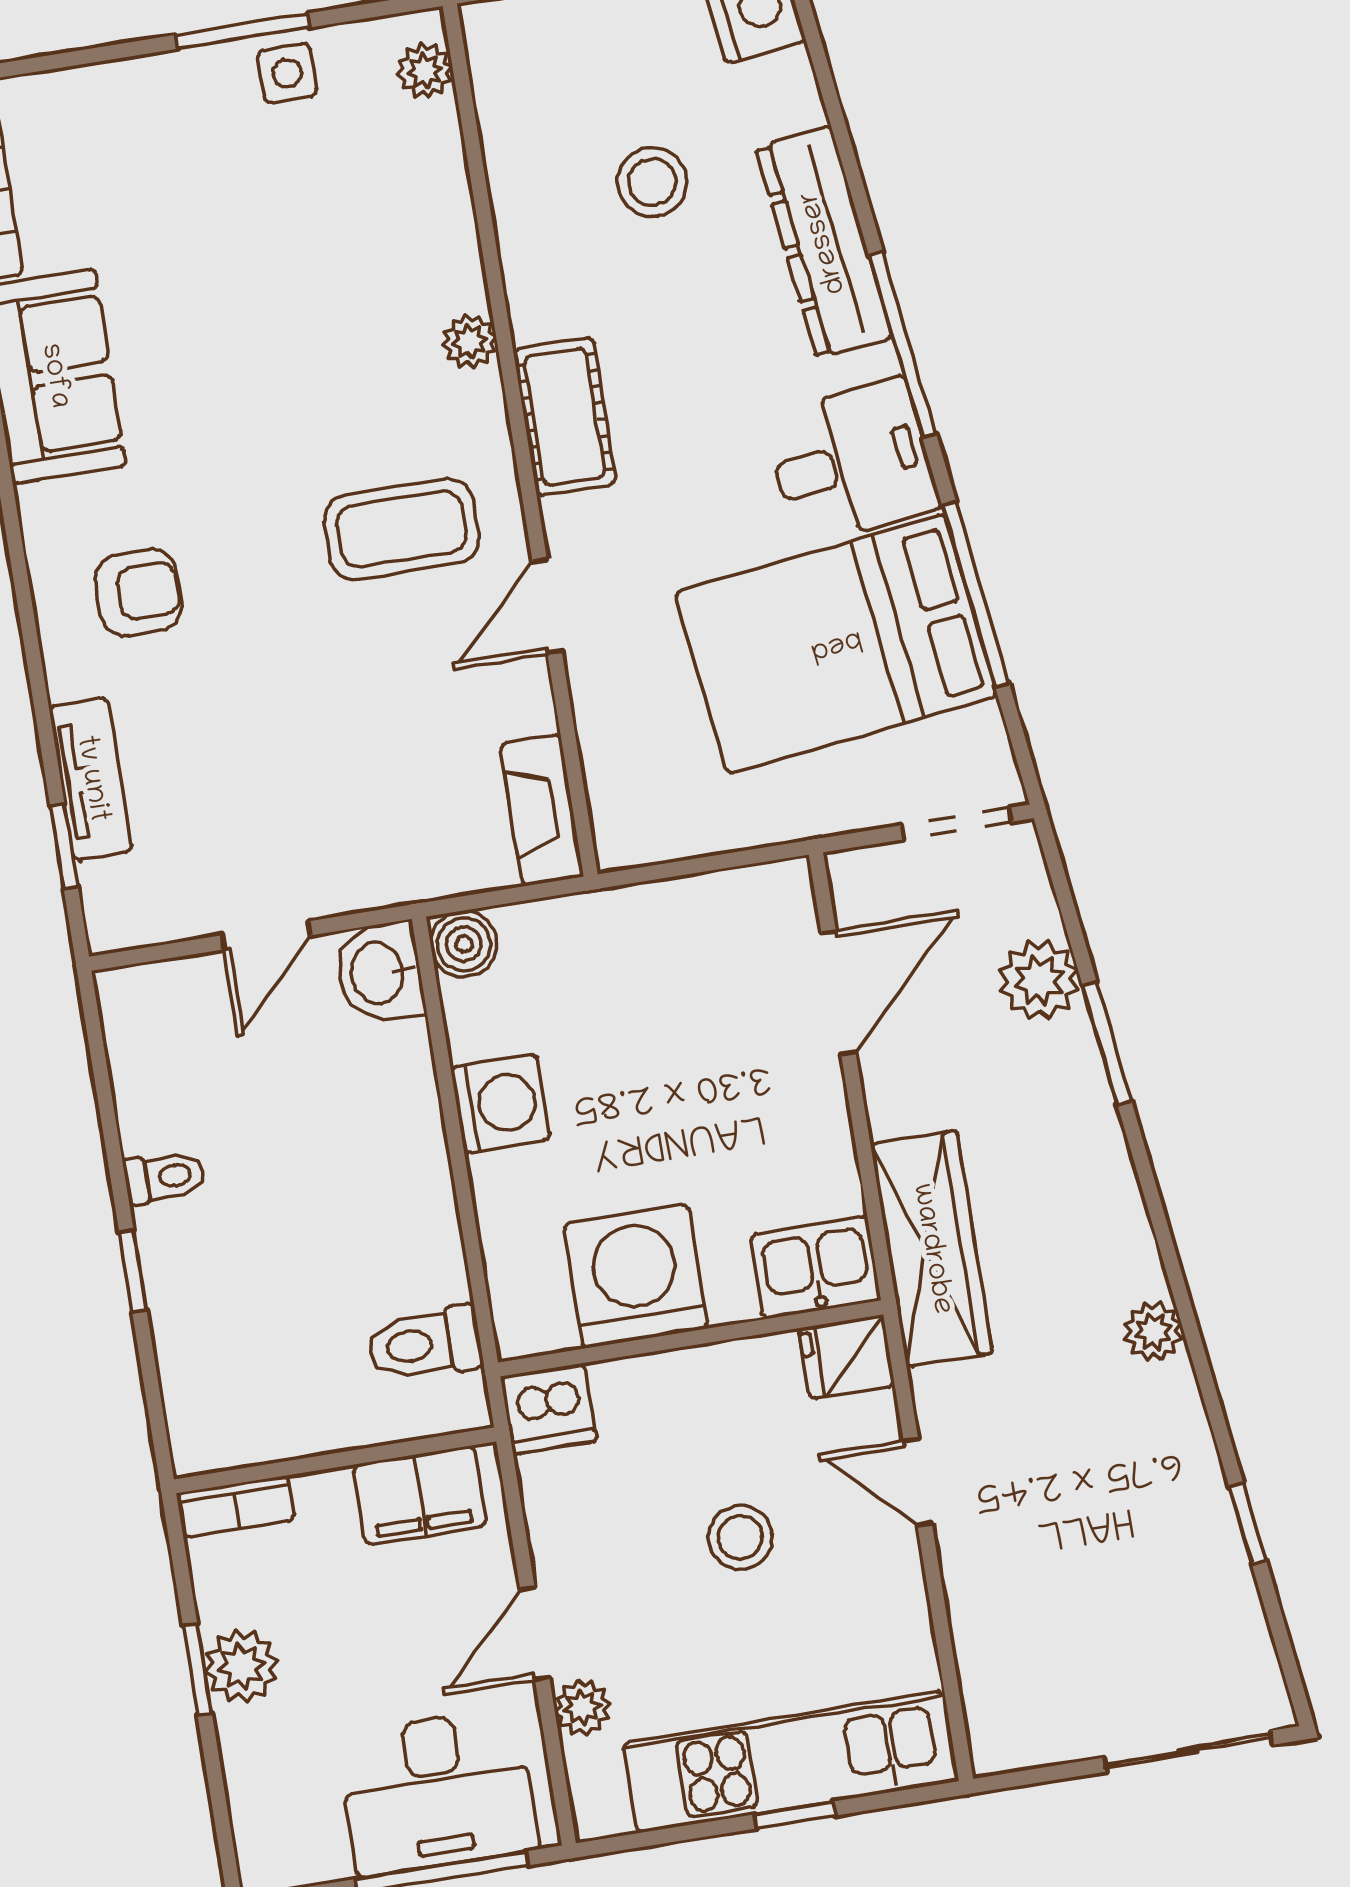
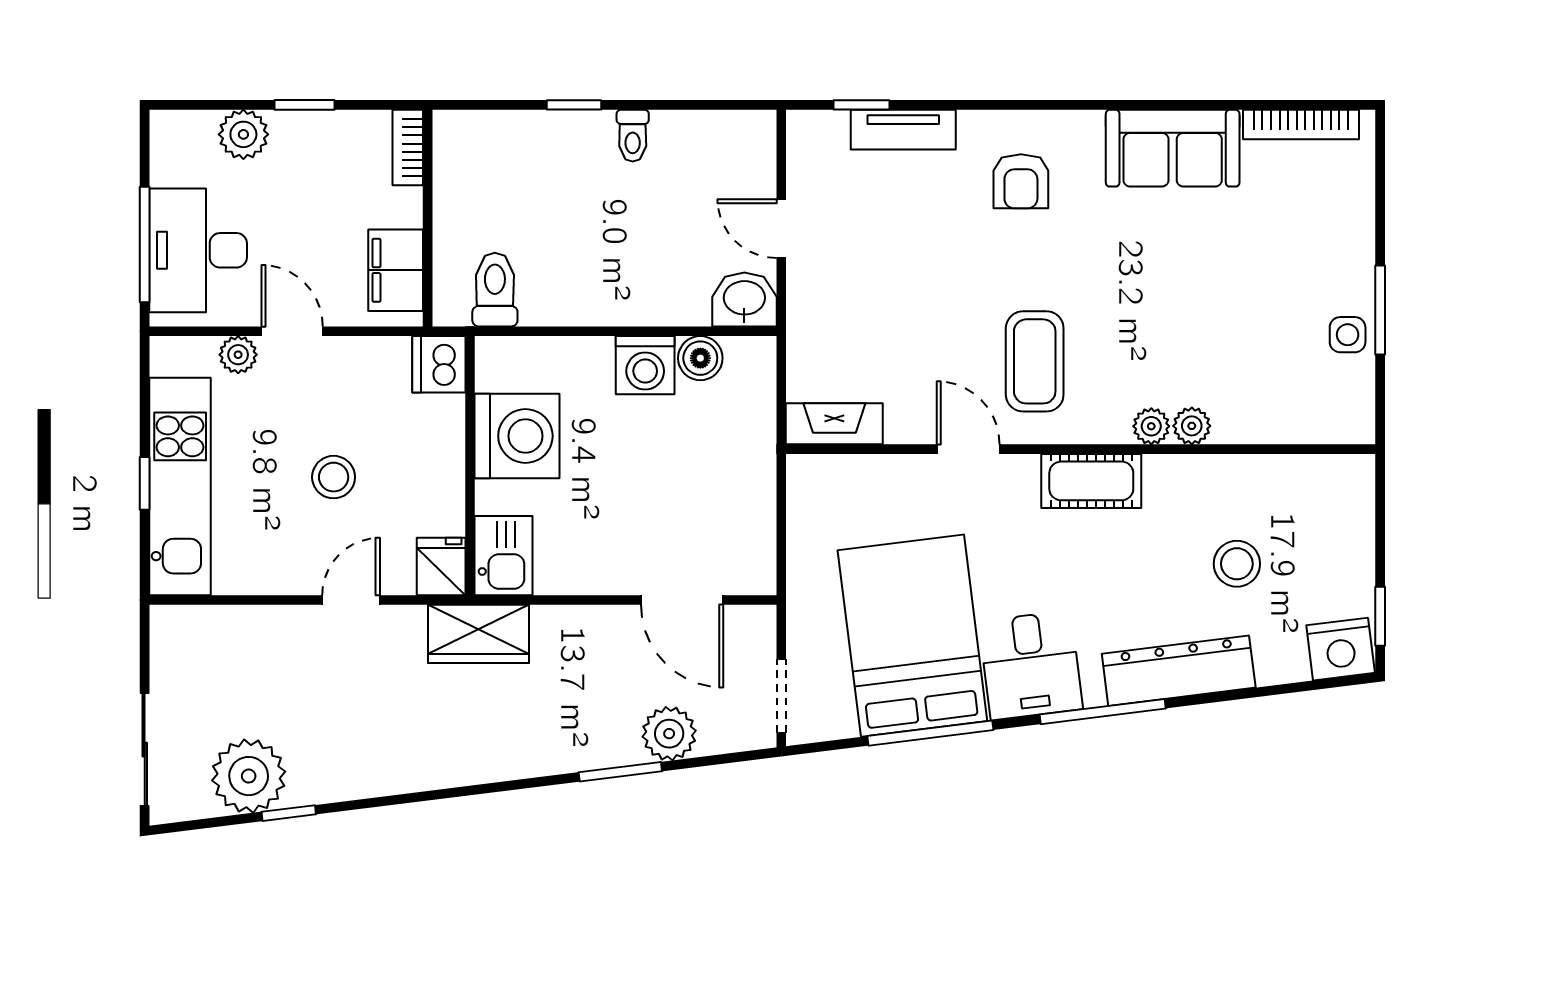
plant: (425, 71) -> (1192, 426), moved
boiler: (464, 944) -> (700, 358), moved
wardrobe: (931, 1249) -> (478, 634), width x0.67
plant: (1153, 1331) -> (249, 776), moved, width x1.88, depth x1.88
plant: (242, 1666) -> (243, 134), moved

